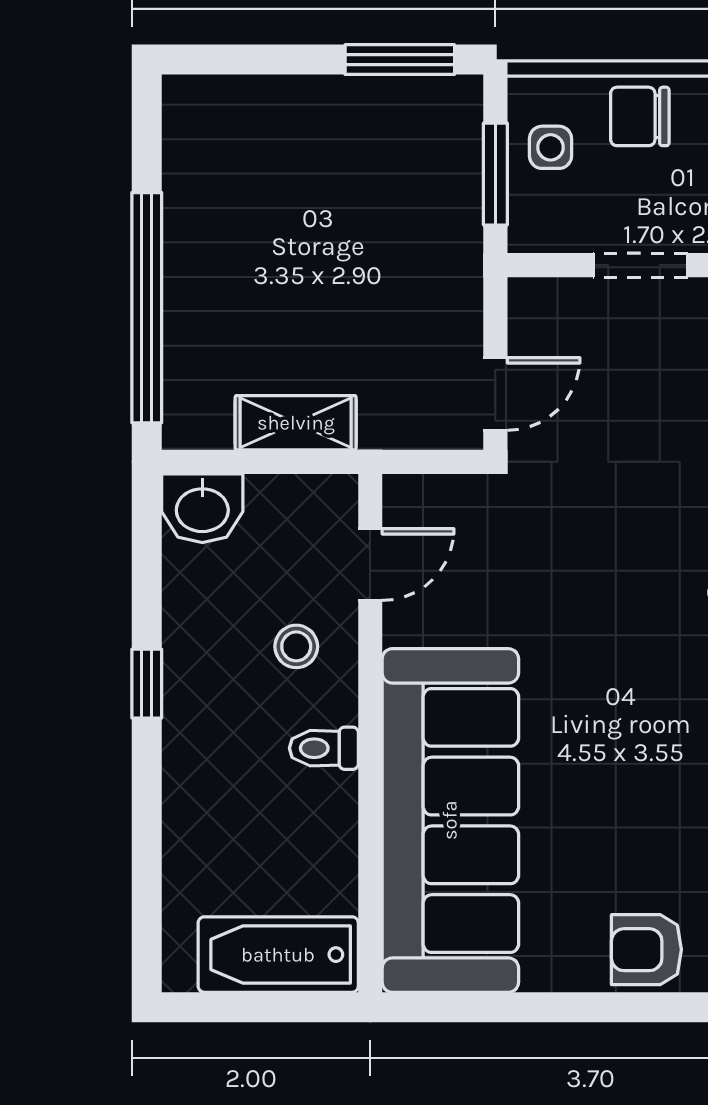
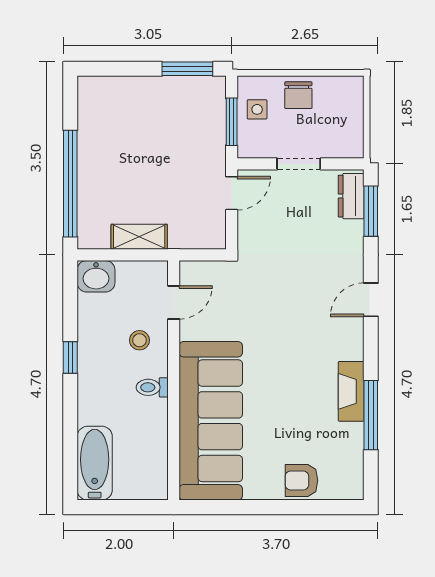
chair: (640, 116) -> (298, 95), turned -90
door: (495, 394) -> (232, 193), moved
bathtub: (278, 955) -> (95, 463), moved, turned 90

